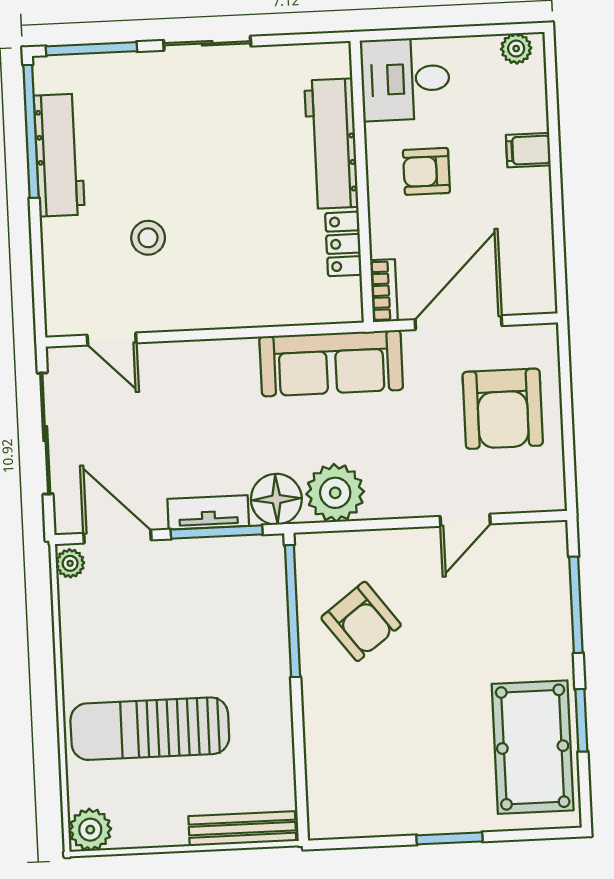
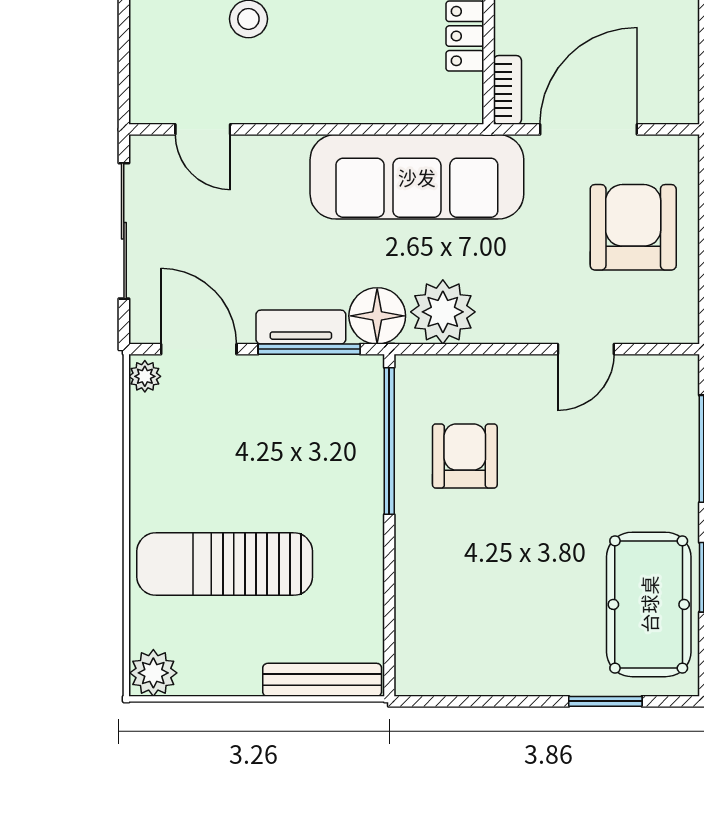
sofa: (331, 363) -> (417, 177), width x1.36, depth x1.27
armchair: (503, 409) -> (633, 227), turned 180
armchair: (361, 621) -> (465, 456), turned -143
window: (450, 838) -> (605, 701), moved

